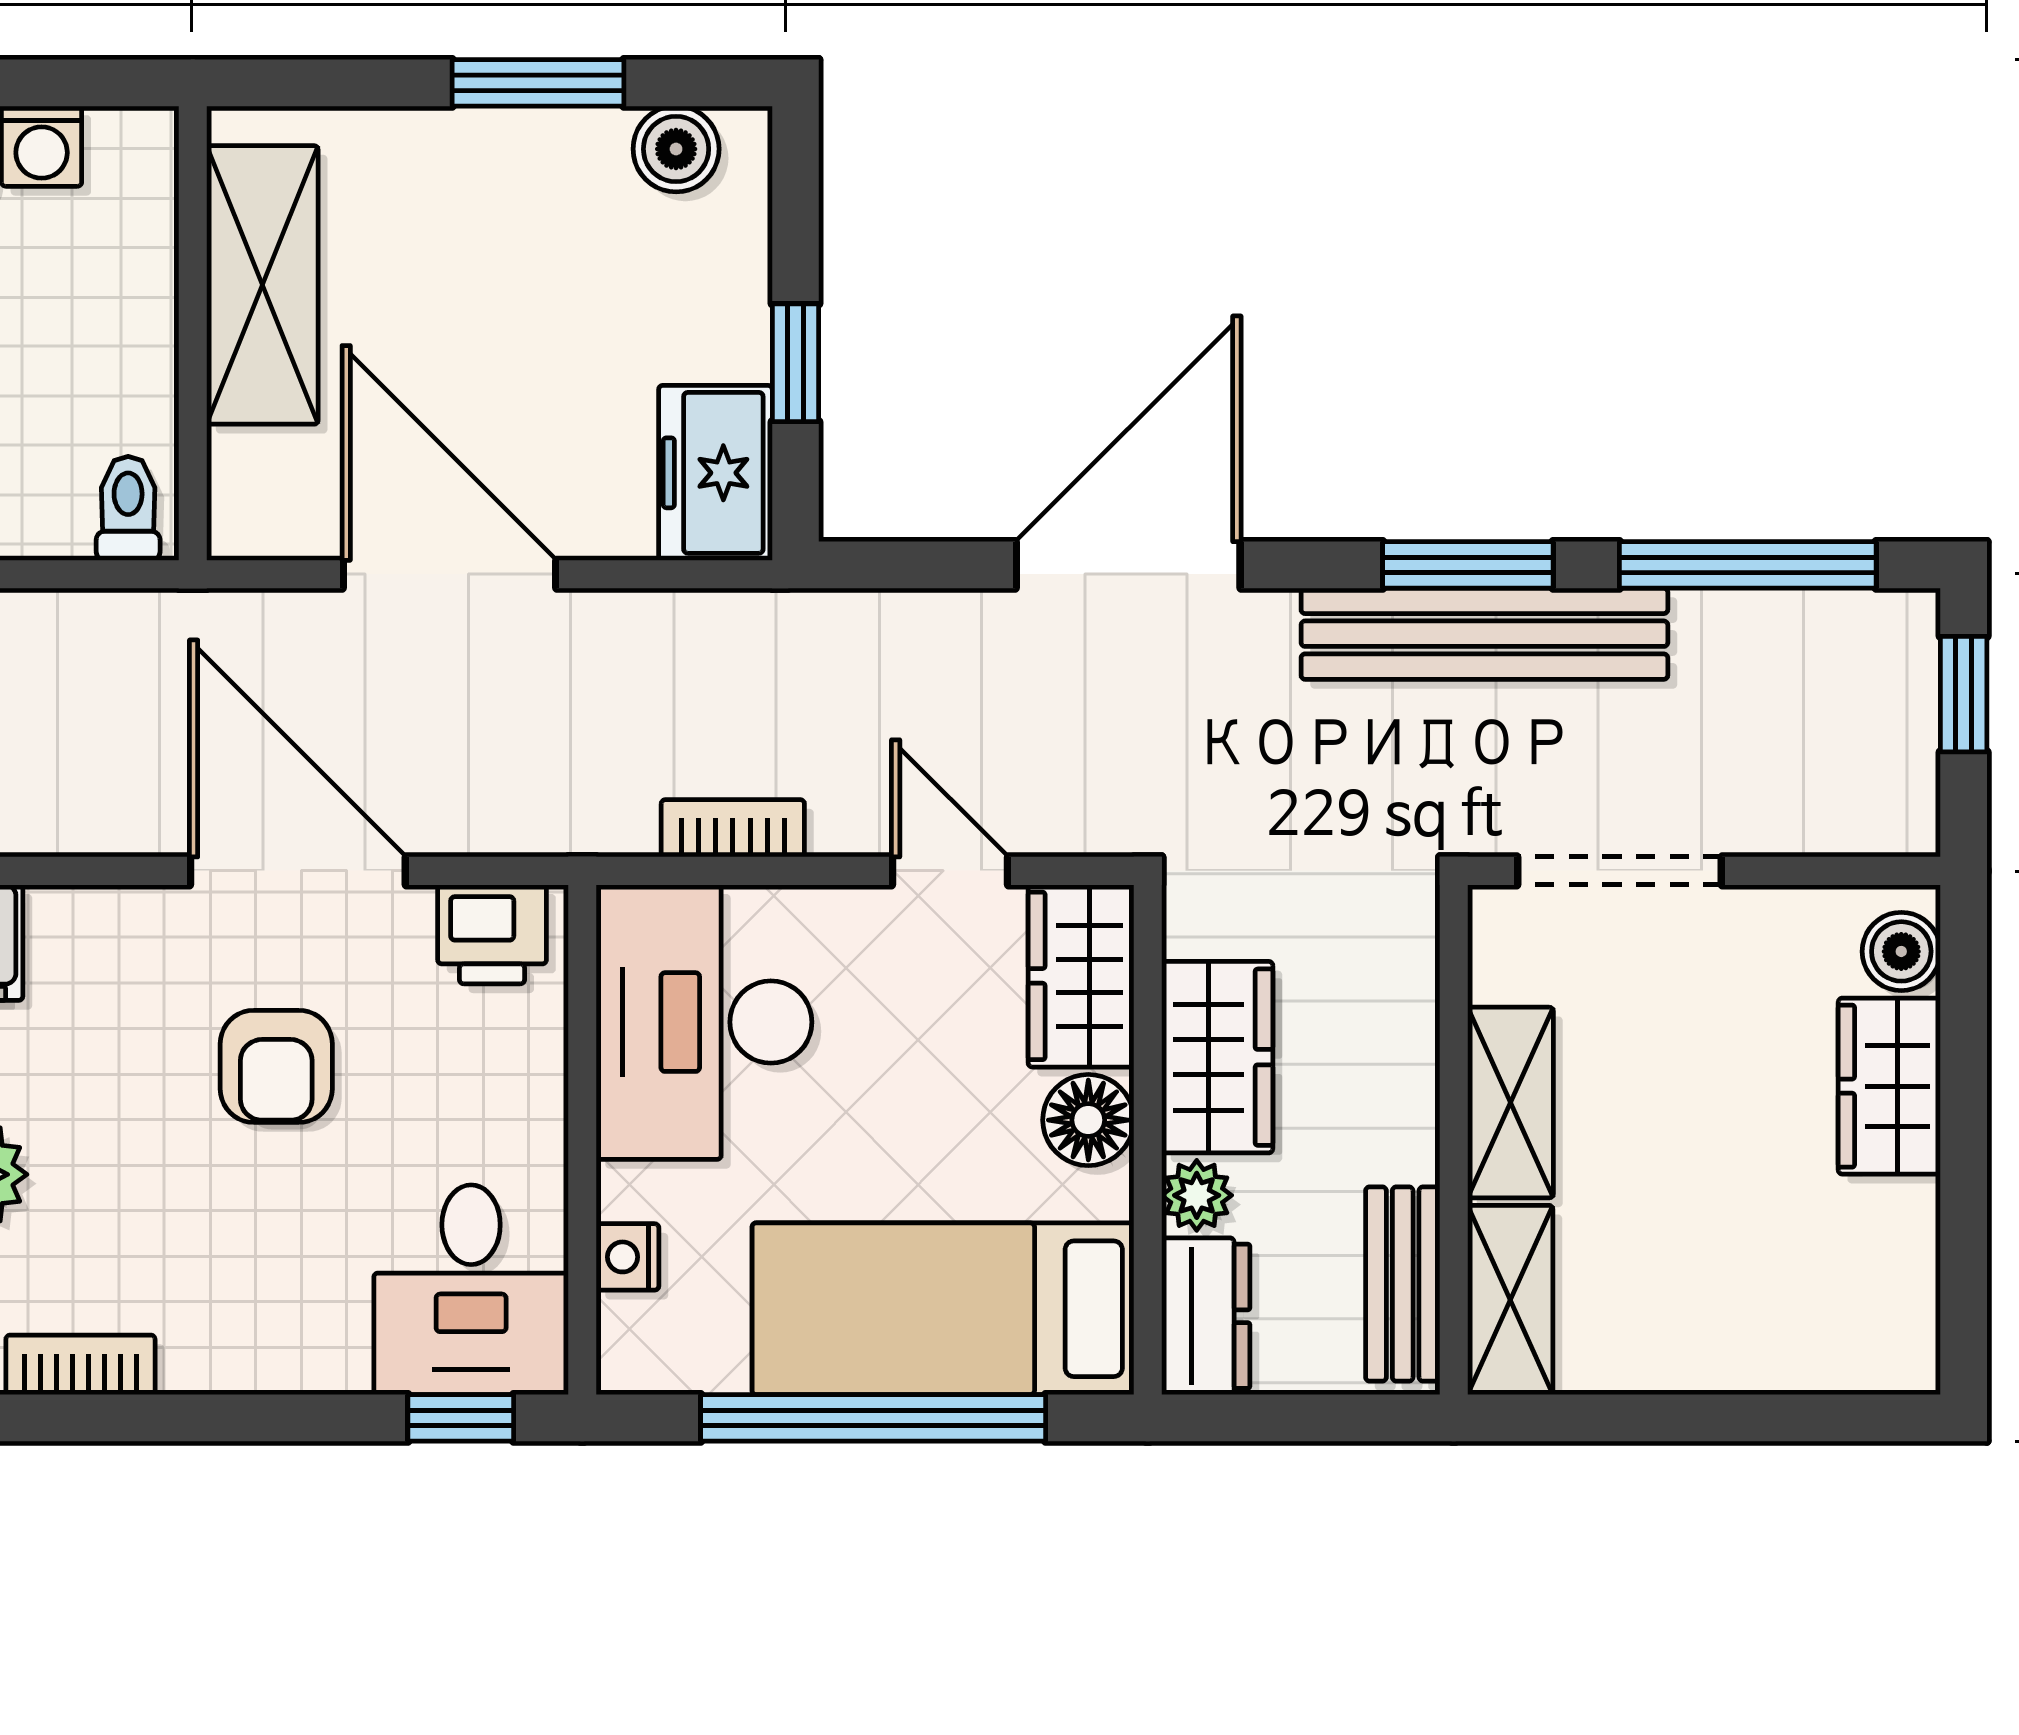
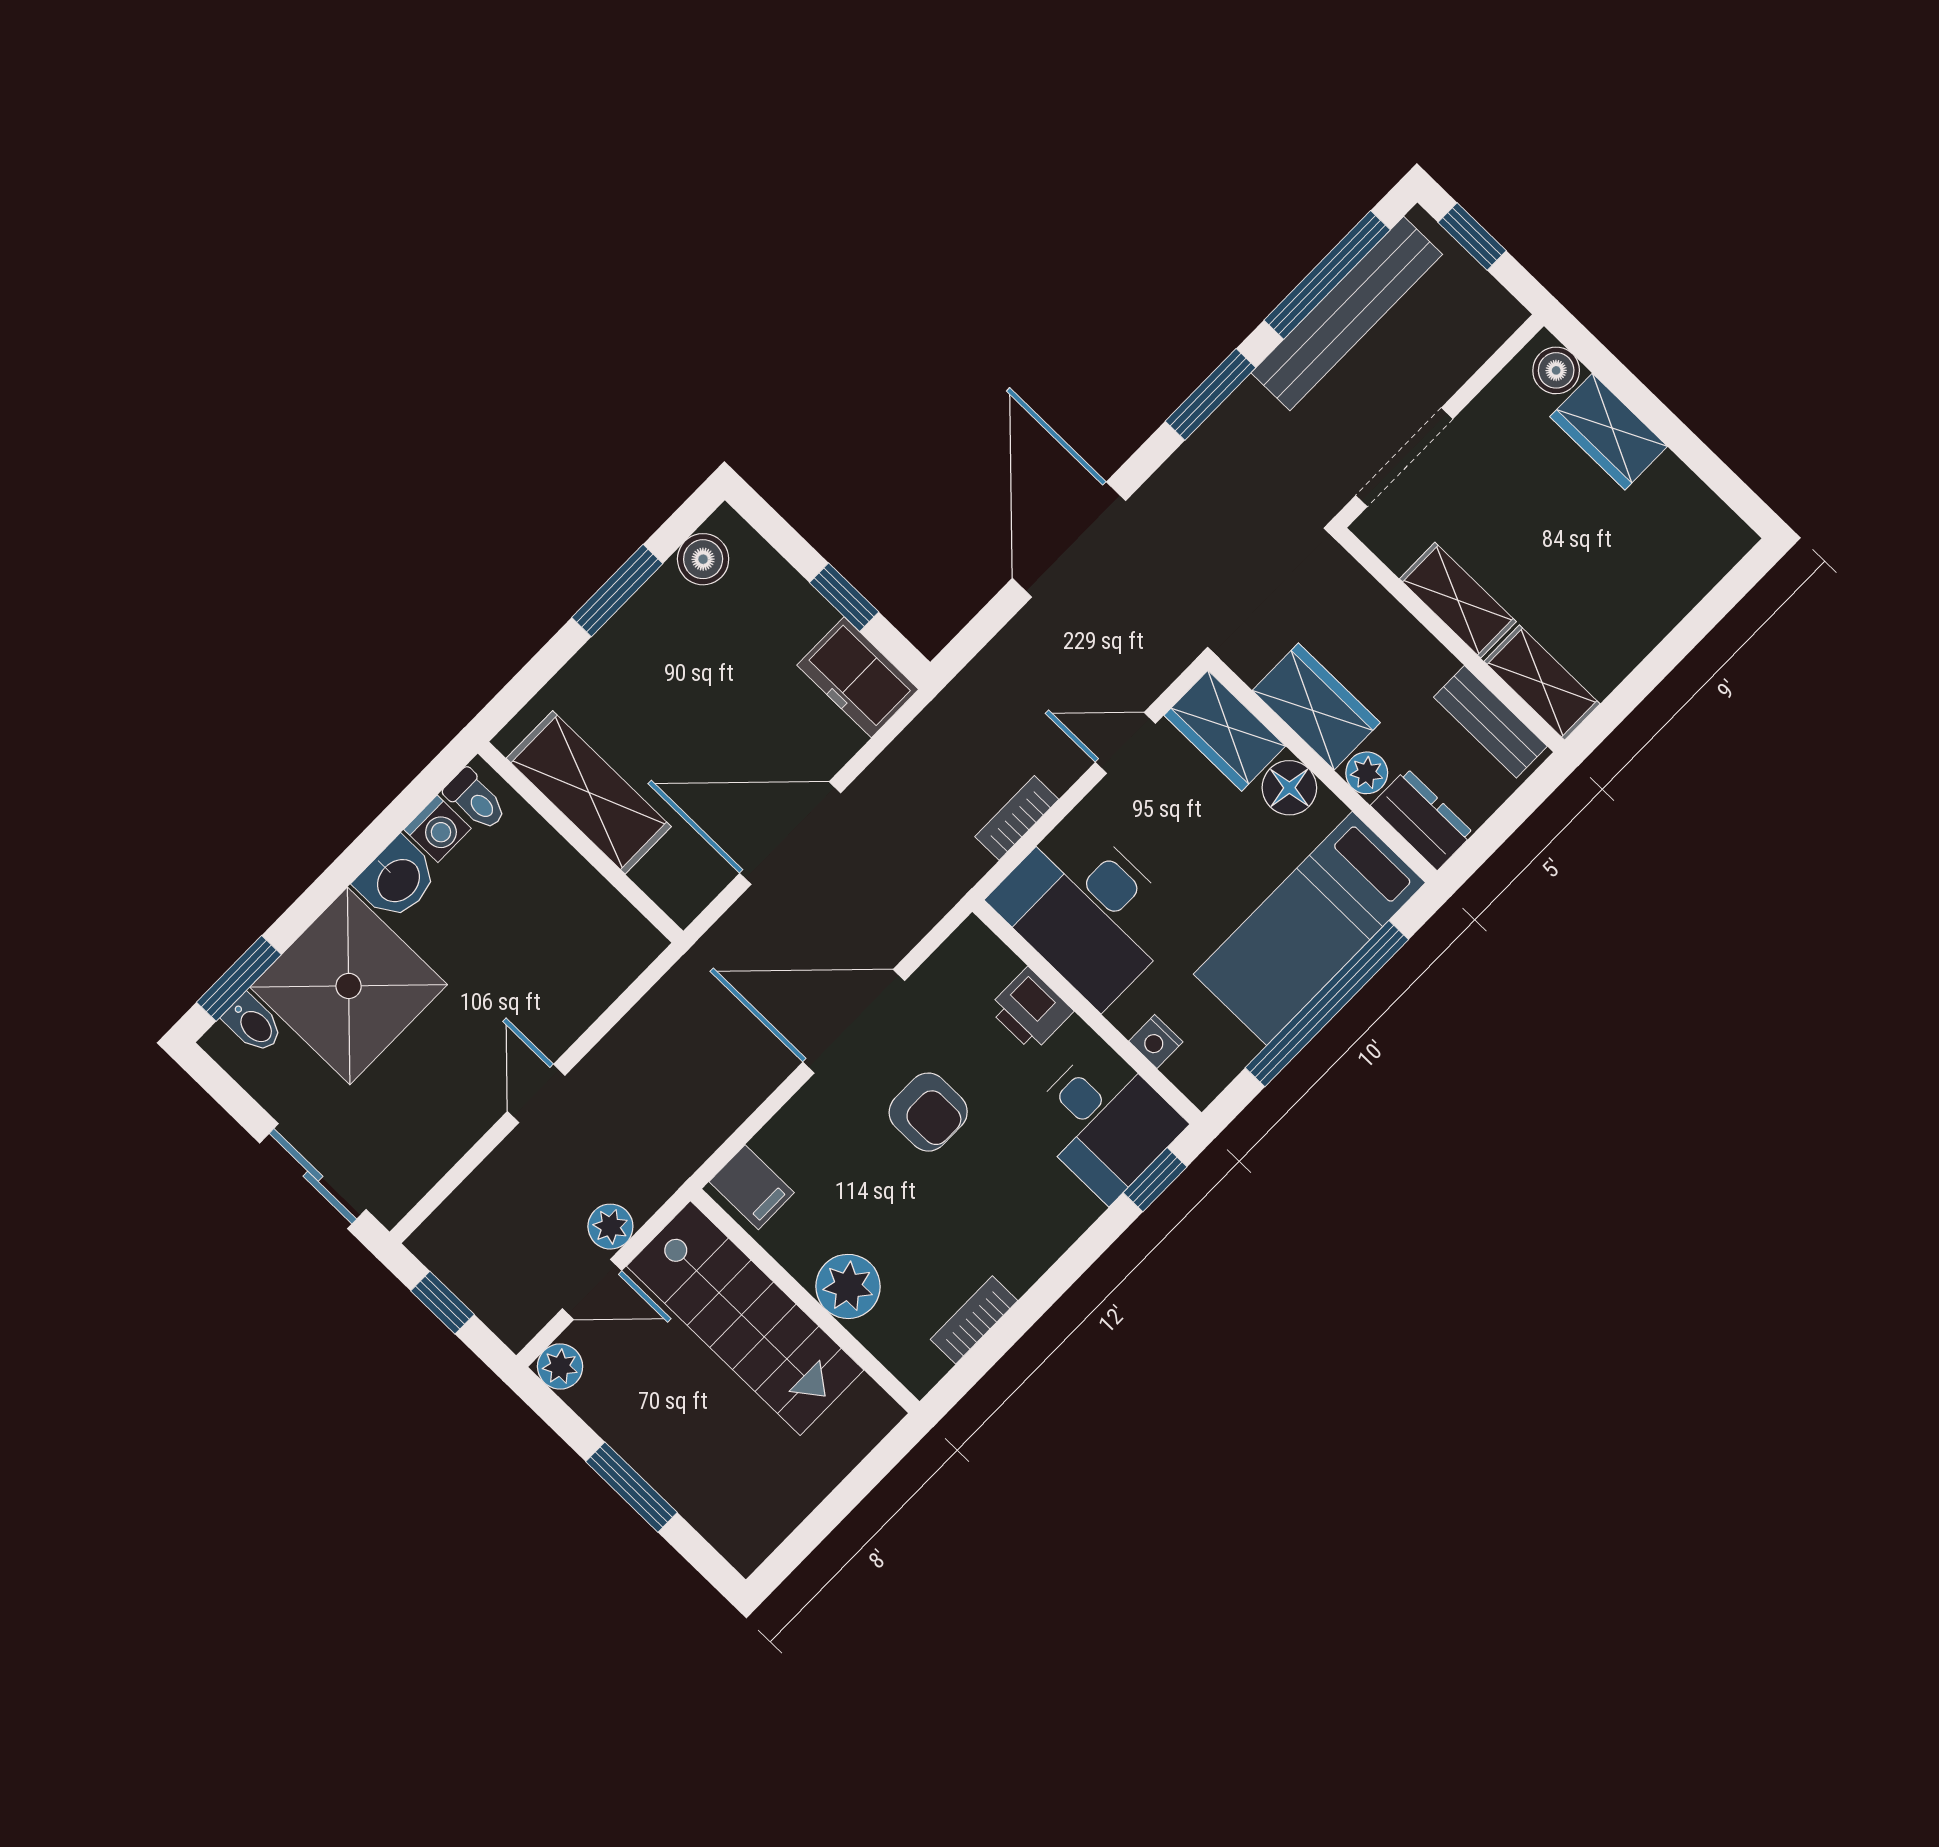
toilet: (128, 508) -> (476, 800), moved, turned 180
bench: (1484, 634) -> (1347, 314), moved
printer: (492, 934) -> (1030, 1010), moved, turned 90

